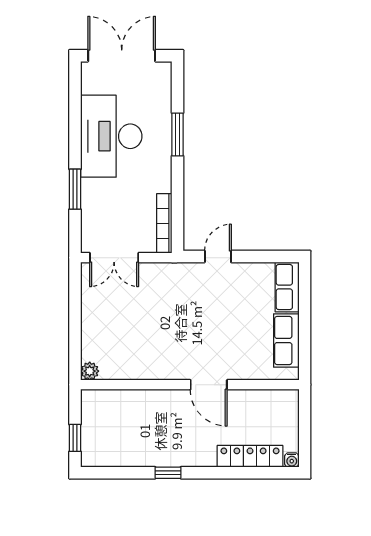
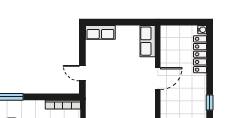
row of seats: (286, 340) -> (148, 41), moved, turned 90

